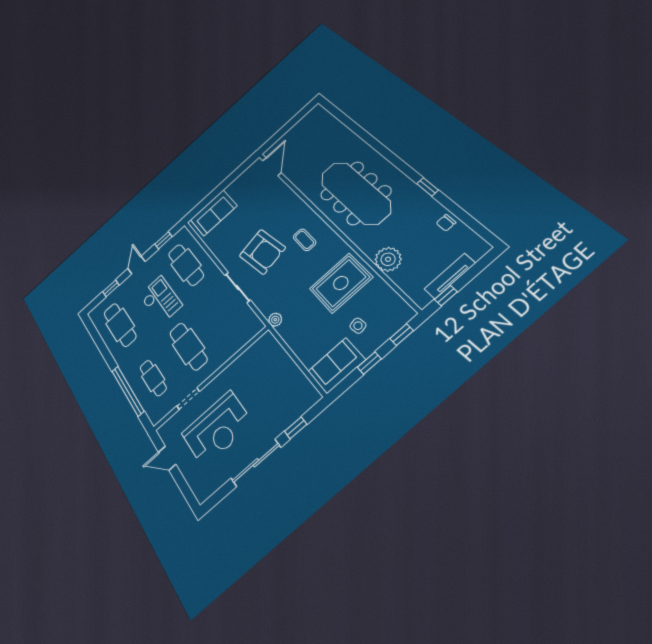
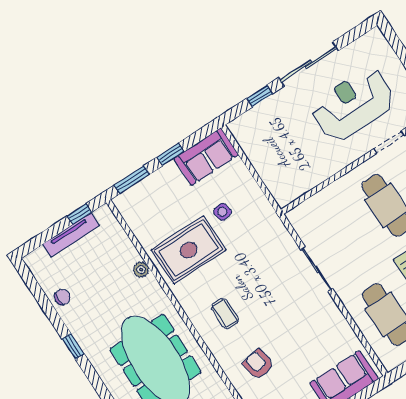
armchair: (262, 252) -> (258, 364), moved, width x0.53, depth x0.53
plant: (388, 259) -> (141, 270), width x0.53, depth x0.53
plant: (275, 320) -> (272, 220), removed
side table: (358, 326) -> (222, 212), moved
window: (402, 335) -> (132, 180), width x1.50

